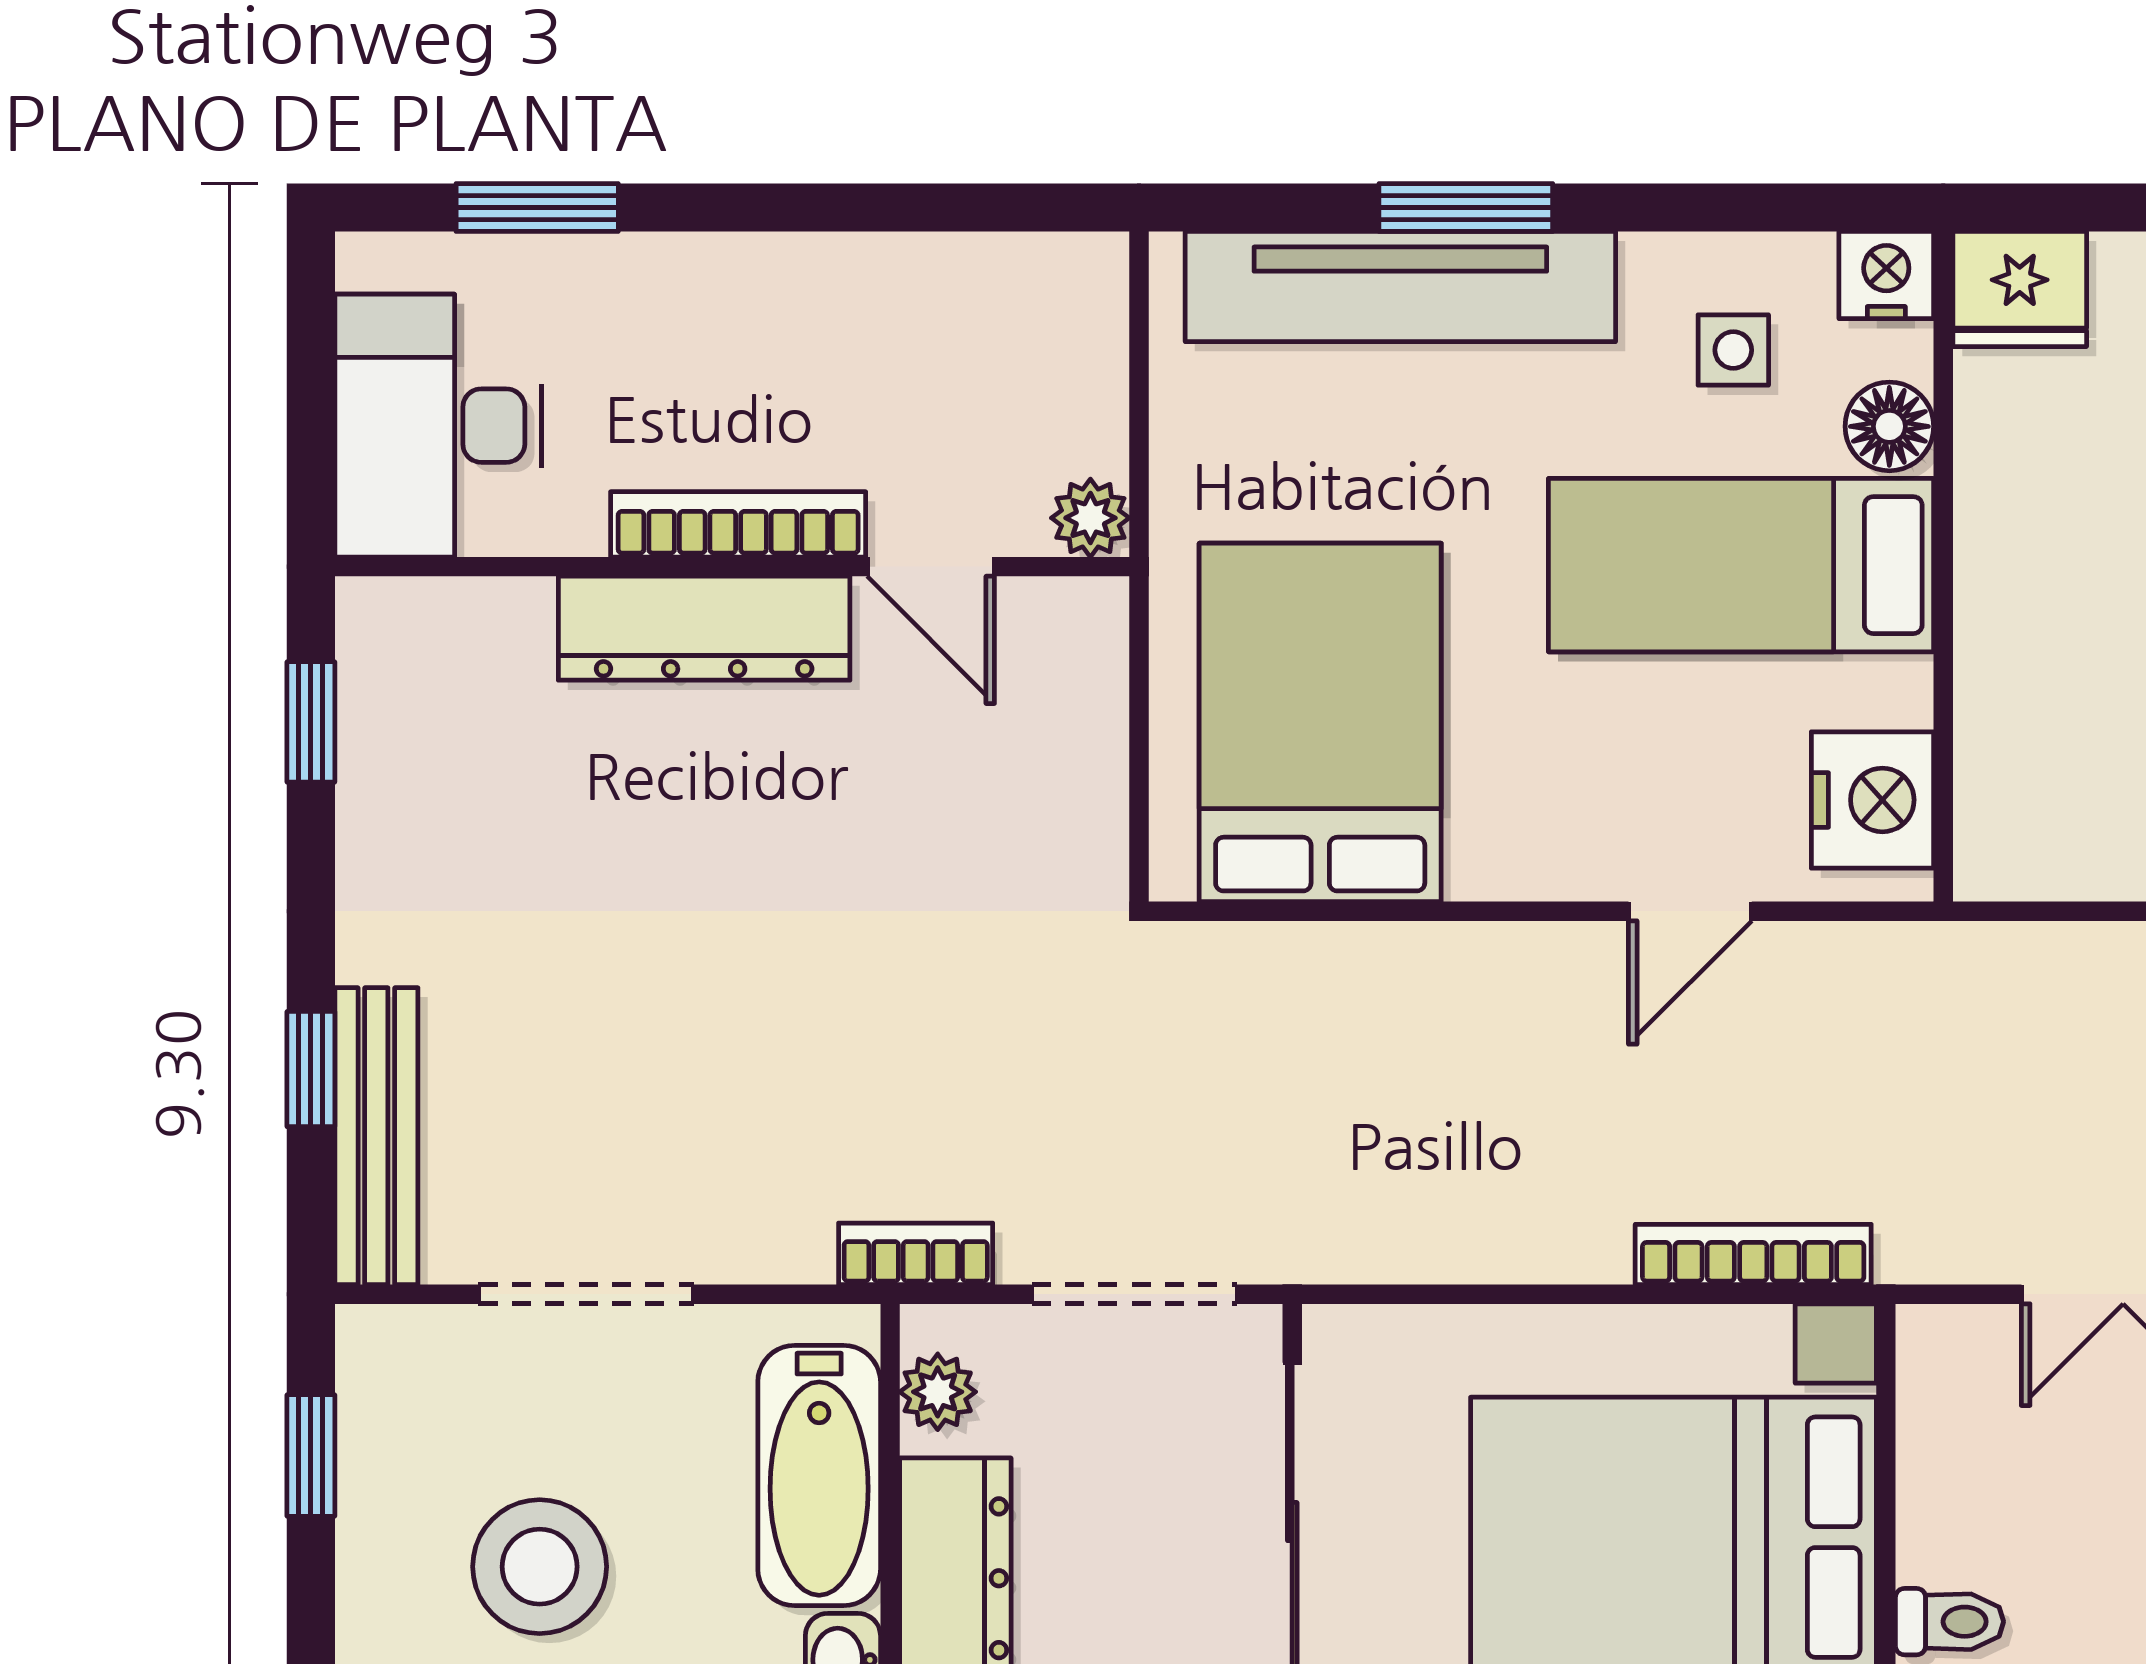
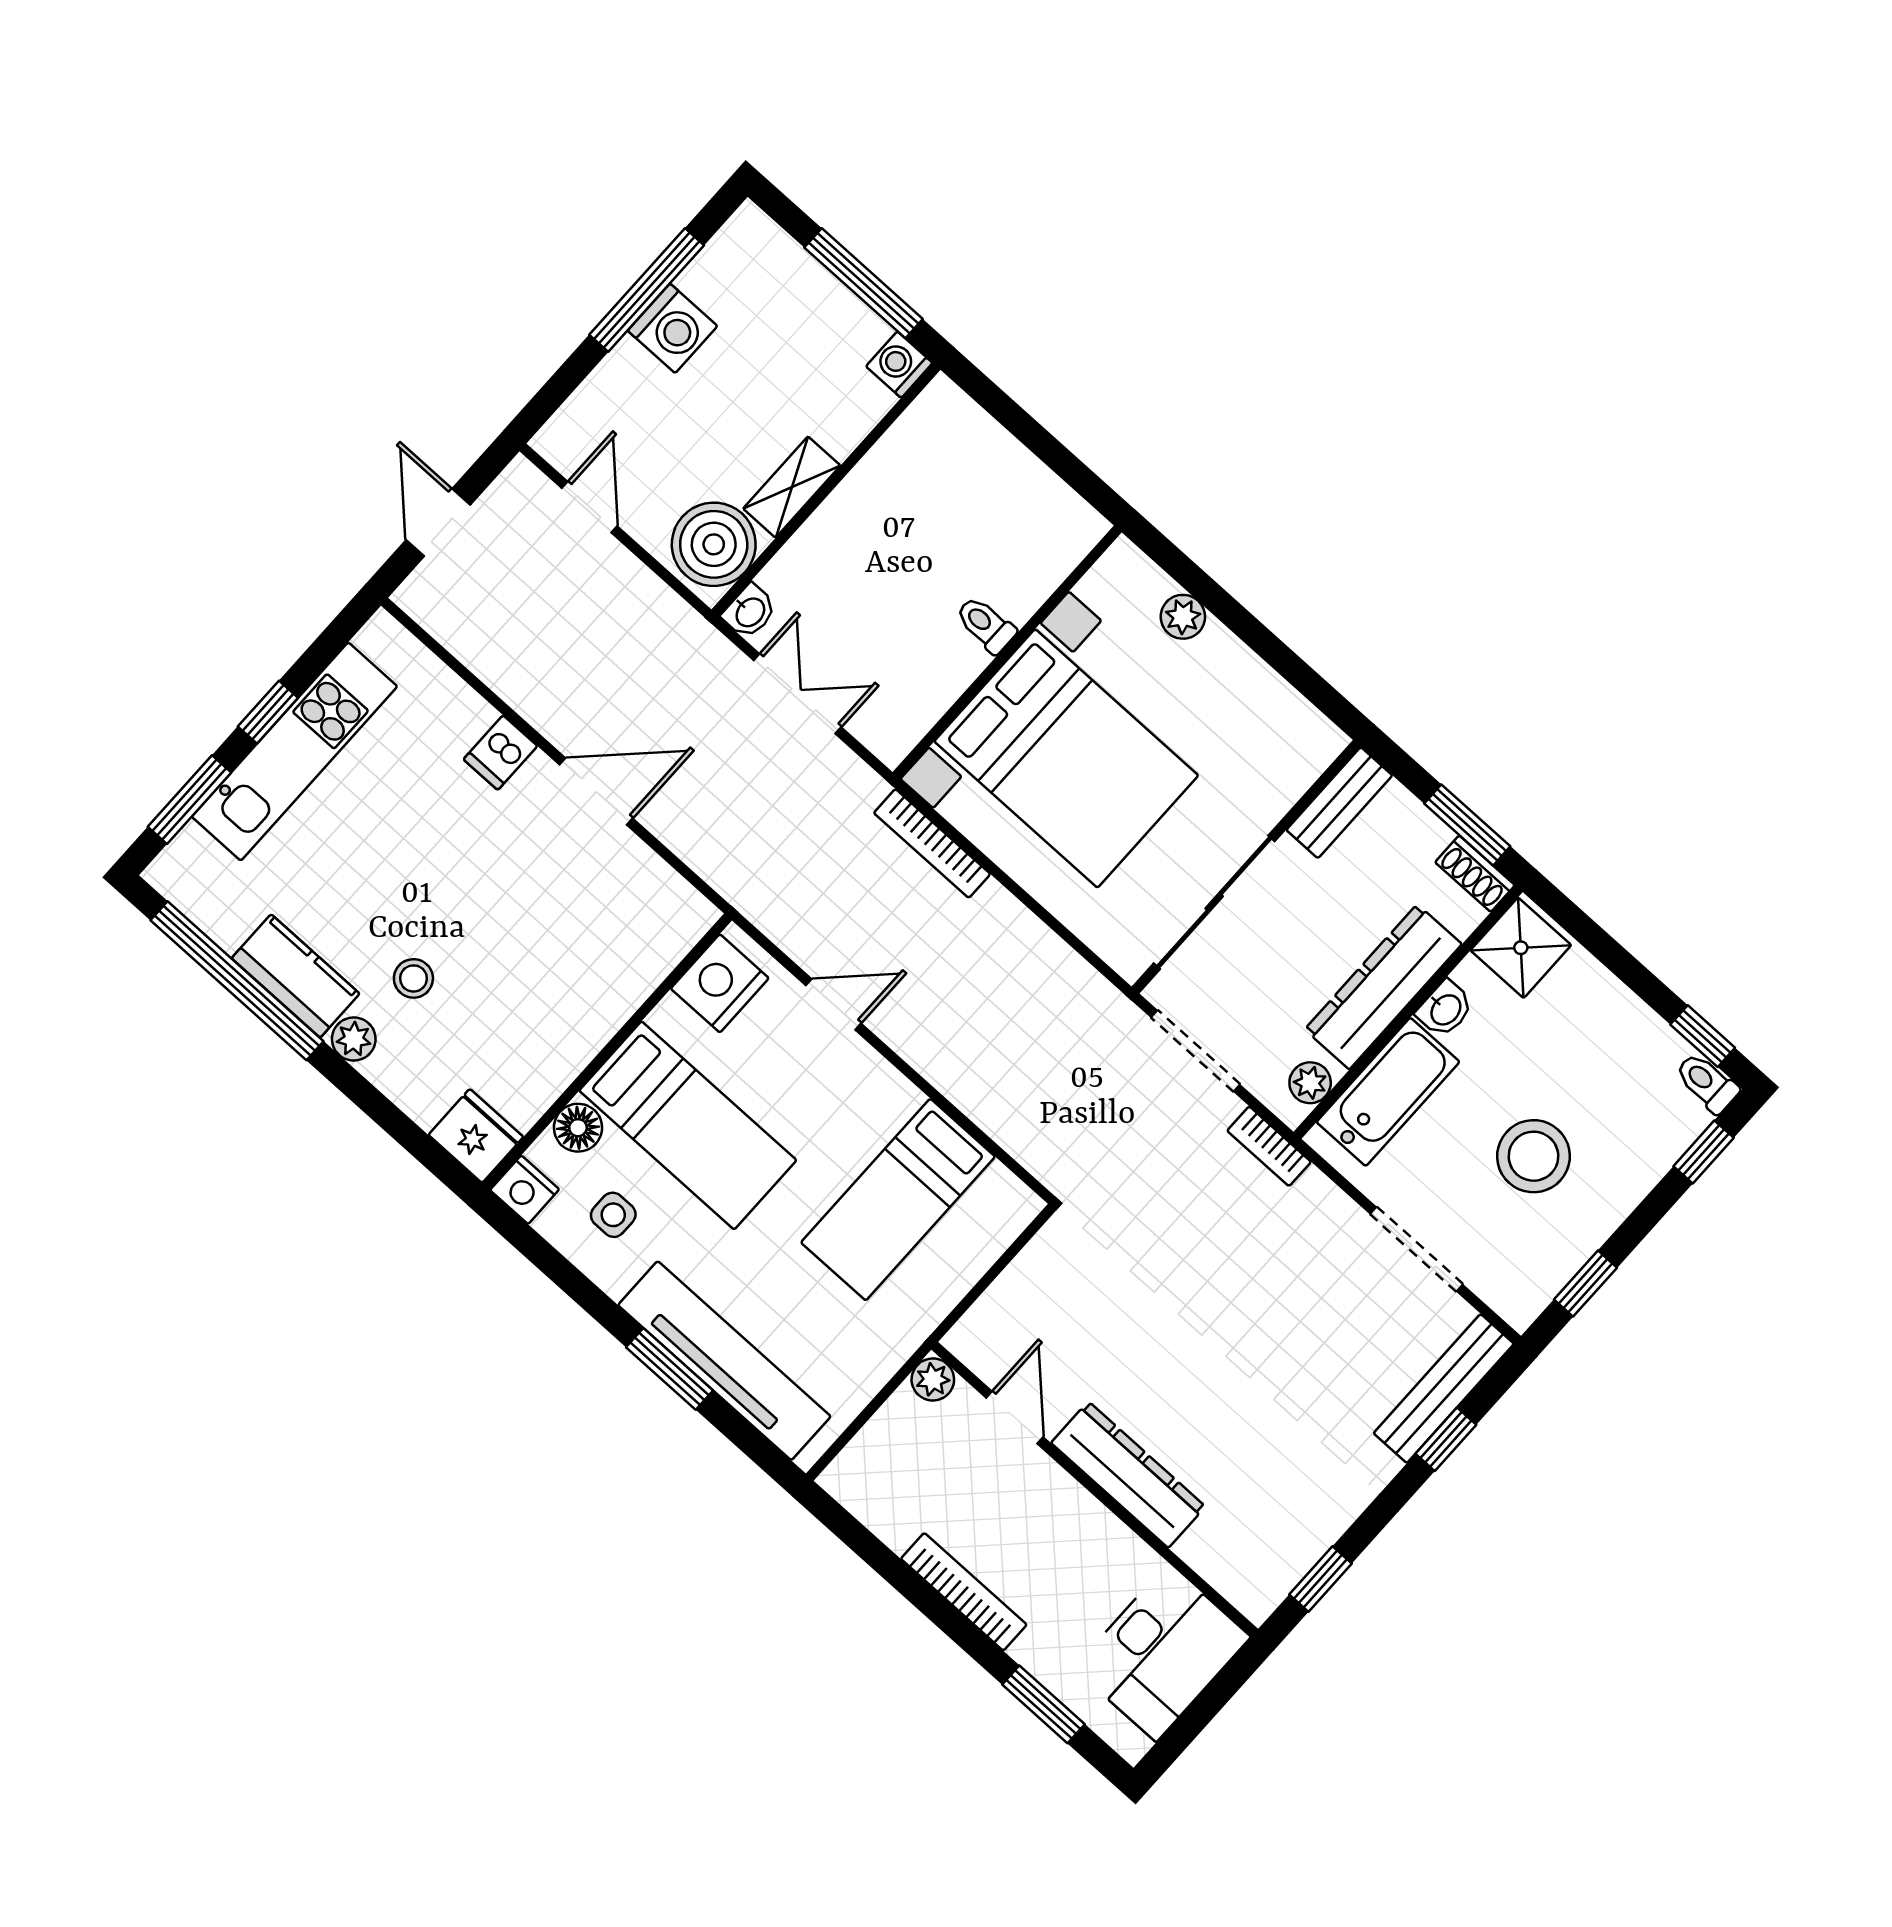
bookcase: (738, 524) -> (964, 1592), moved, turned 180
bed: (1320, 722) -> (898, 1200), width x0.67

